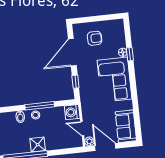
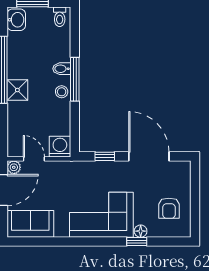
armchair: (95, 38) -> (169, 208), moved
window: (40, 106) -> (75, 79), moved
door: (82, 129) -> (34, 159), hinge flipped

